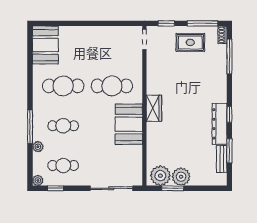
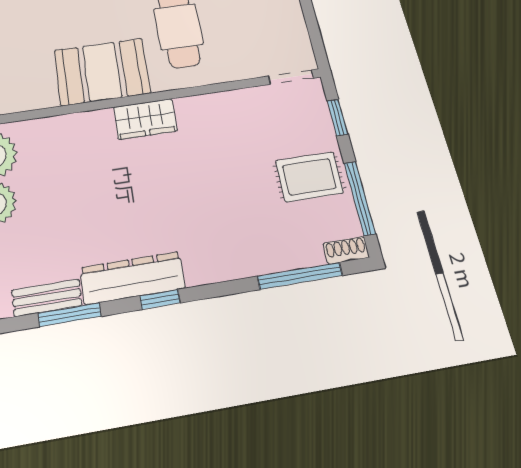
rug: (190, 42) -> (309, 177), turned 90

